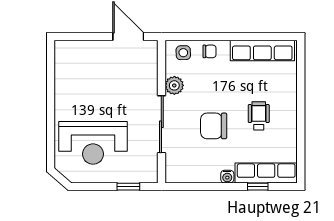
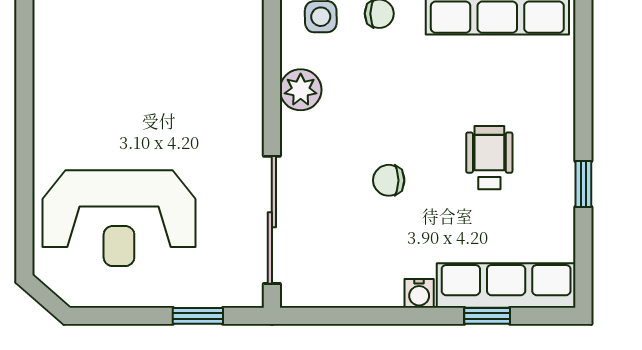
sliding door: (161, 124) -> (272, 220), moved
chair: (214, 126) -> (389, 180), width x0.54, depth x0.54
window: (301, 128) -> (583, 184), added

